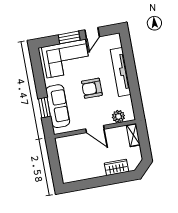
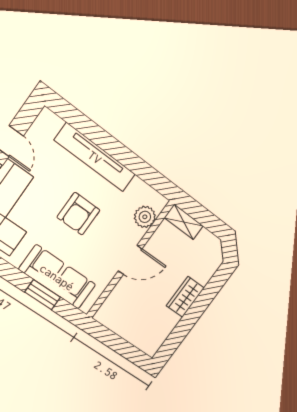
wardrobe: (116, 167) -> (185, 297), moved

